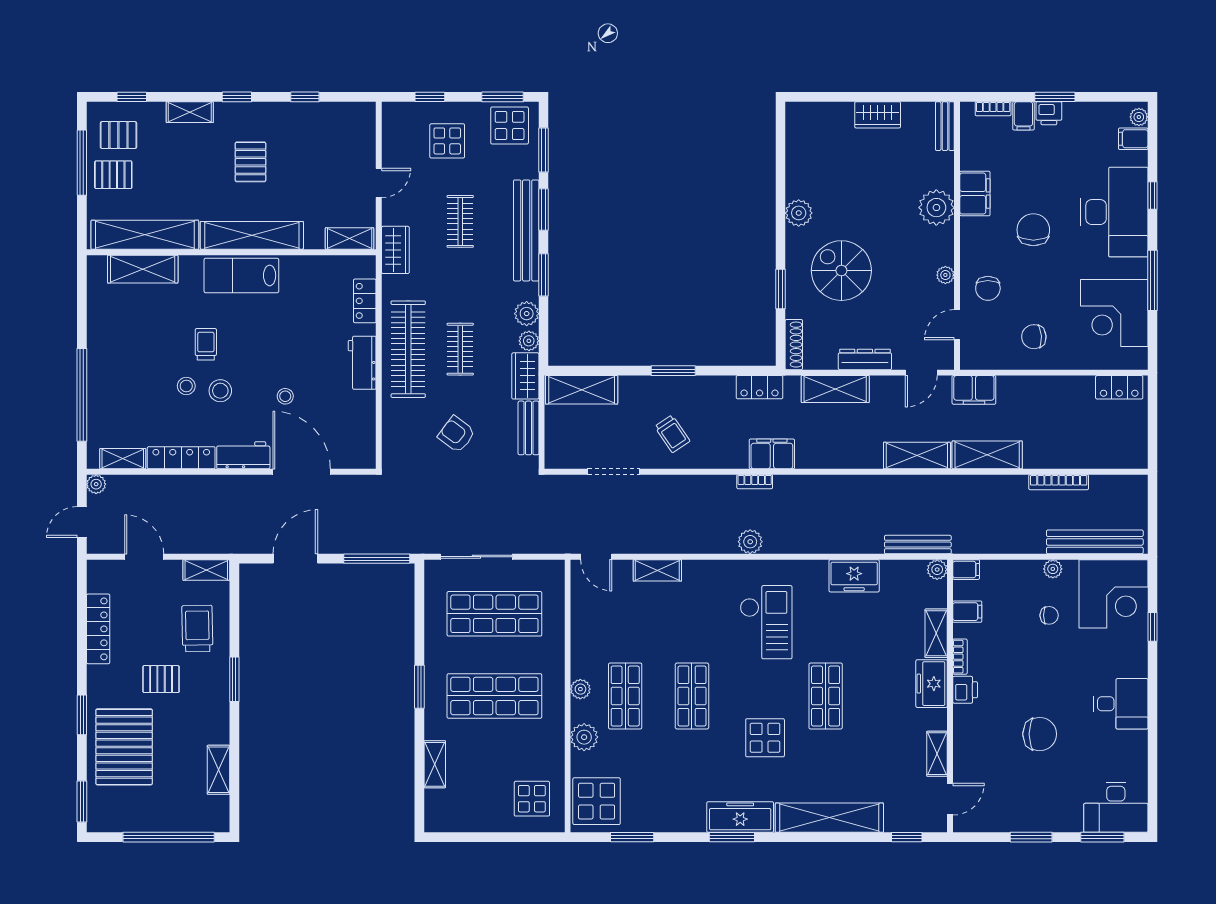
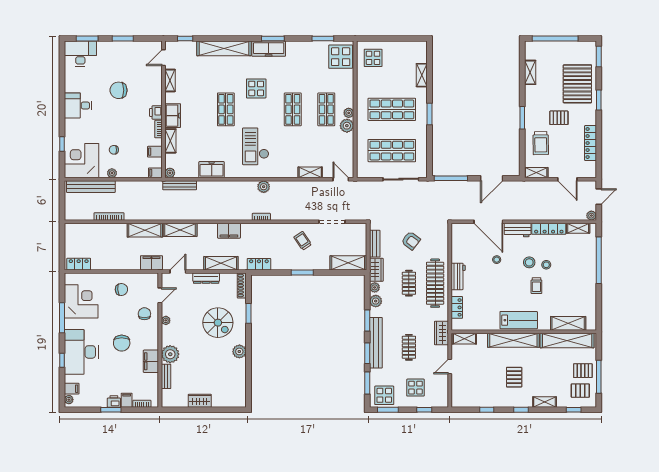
bench: (945, 126) -> (166, 376), moved
filing cabinet: (772, 454) -> (229, 231), moved
plant: (584, 737) -> (347, 126), moved

